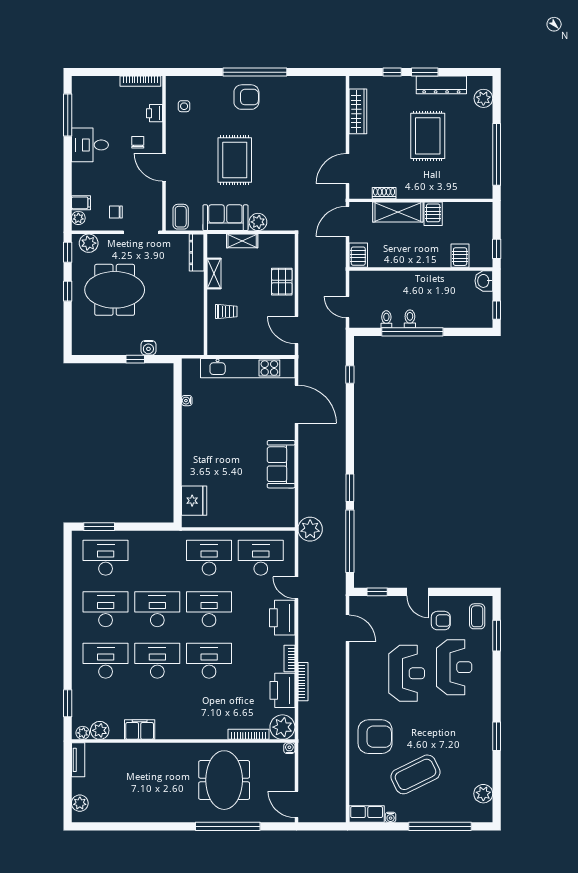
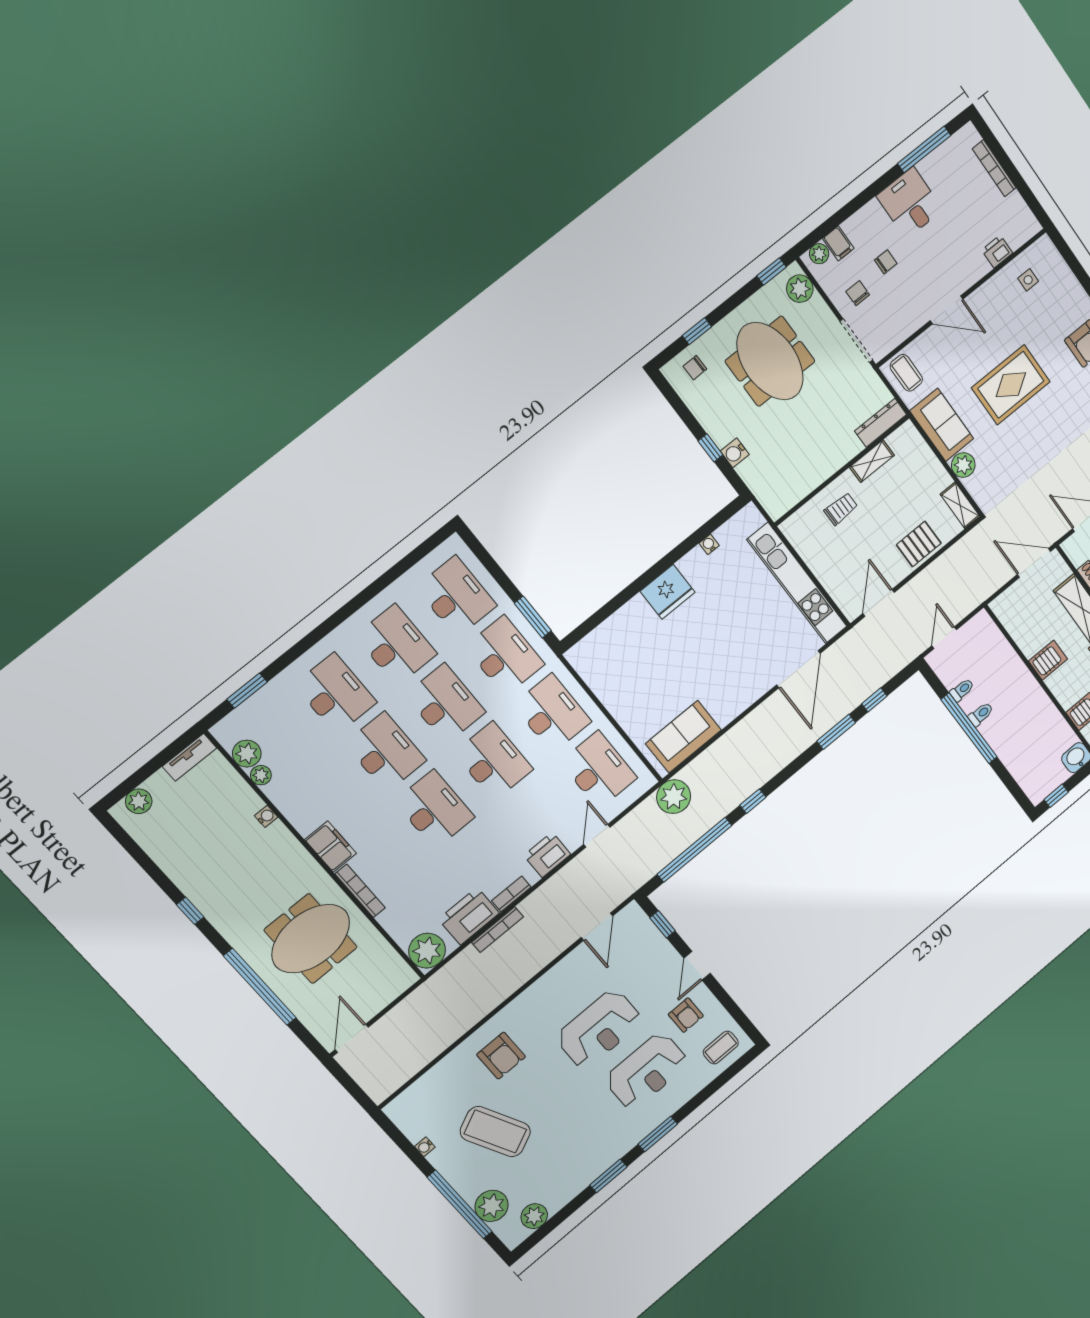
bookcase: (140, 81) -> (994, 168), moved
chair: (138, 142) -> (886, 262), moved
door: (164, 167) -> (947, 310), swing flipped
coffee table: (181, 217) -> (906, 373), turned 90
shelving: (242, 241) -> (960, 505), moved
server rack: (358, 255) -> (1048, 660), moved
window: (68, 291) -> (697, 331), moved
trolley: (226, 312) -> (841, 509), turned -90
chair: (86, 334) -> (695, 368), added
window: (350, 410) -> (836, 732), added
sofa: (281, 464) -> (683, 737), moved
window: (350, 488) -> (753, 801), width x0.67
fridge: (194, 501) -> (668, 592), moved
window: (99, 527) -> (533, 617), moved
desk: (157, 558) -> (505, 655), added
printer: (282, 618) -> (547, 855), width x0.73, depth x0.84
window: (497, 636) -> (658, 1134), moved
filing cabinet: (140, 730) -> (331, 847), moved
plant: (83, 733) -> (261, 775), moved
bookcase: (249, 734) -> (360, 891), moved
armchair: (375, 737) -> (501, 1056), width x0.73, depth x0.73
water cooler: (289, 748) -> (266, 816), moved
plant: (456, 811) -> (492, 1206), added
row of seats: (367, 814) -> (406, 1120), removed
window: (158, 826) -> (190, 911), added

